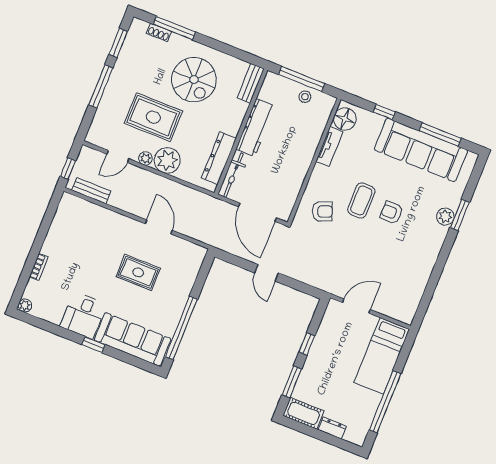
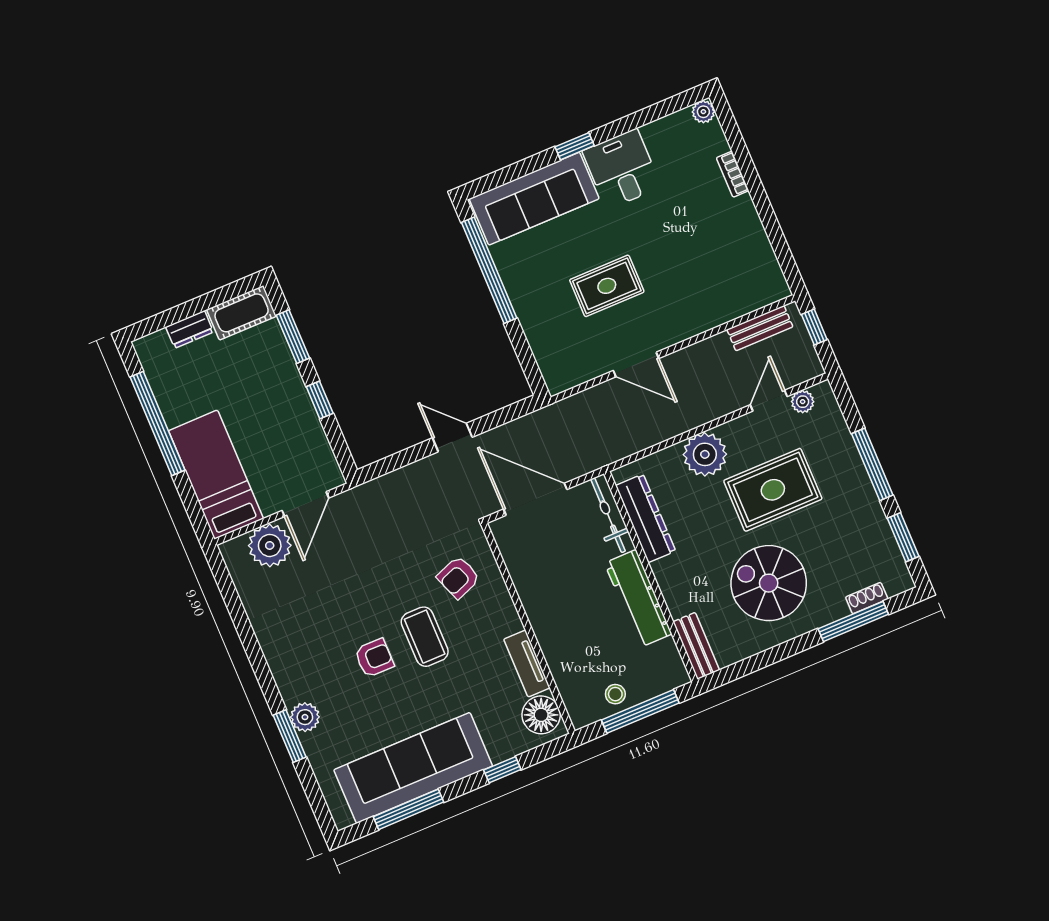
plant: (145, 158) -> (803, 402), moved
plant: (389, 304) -> (270, 545), added

